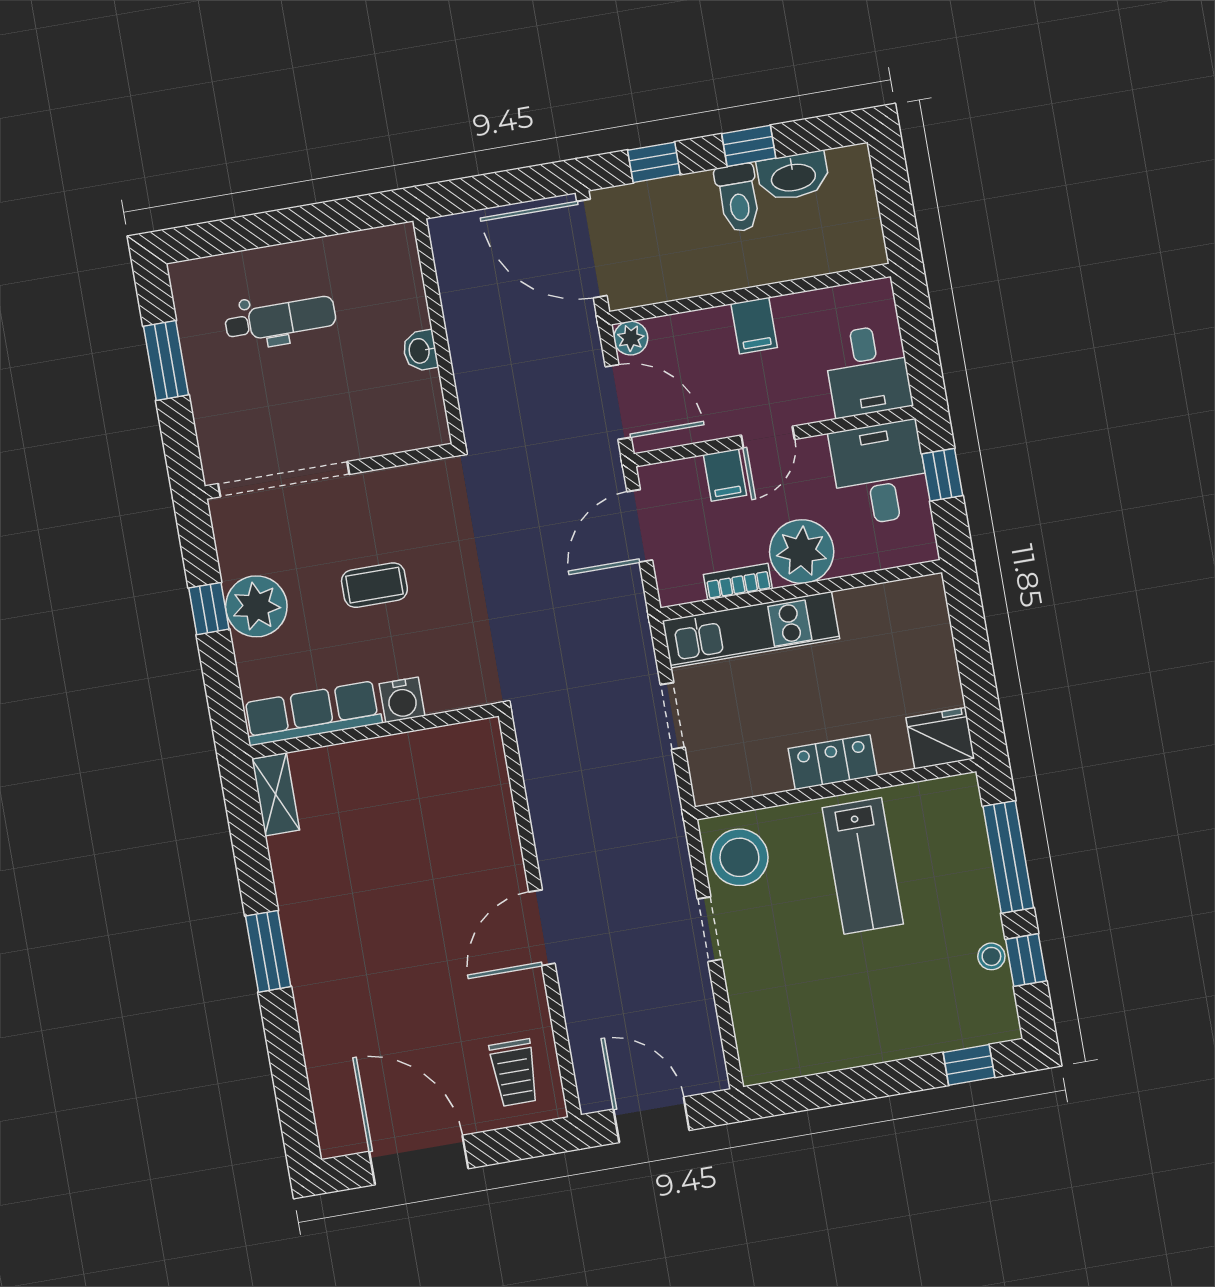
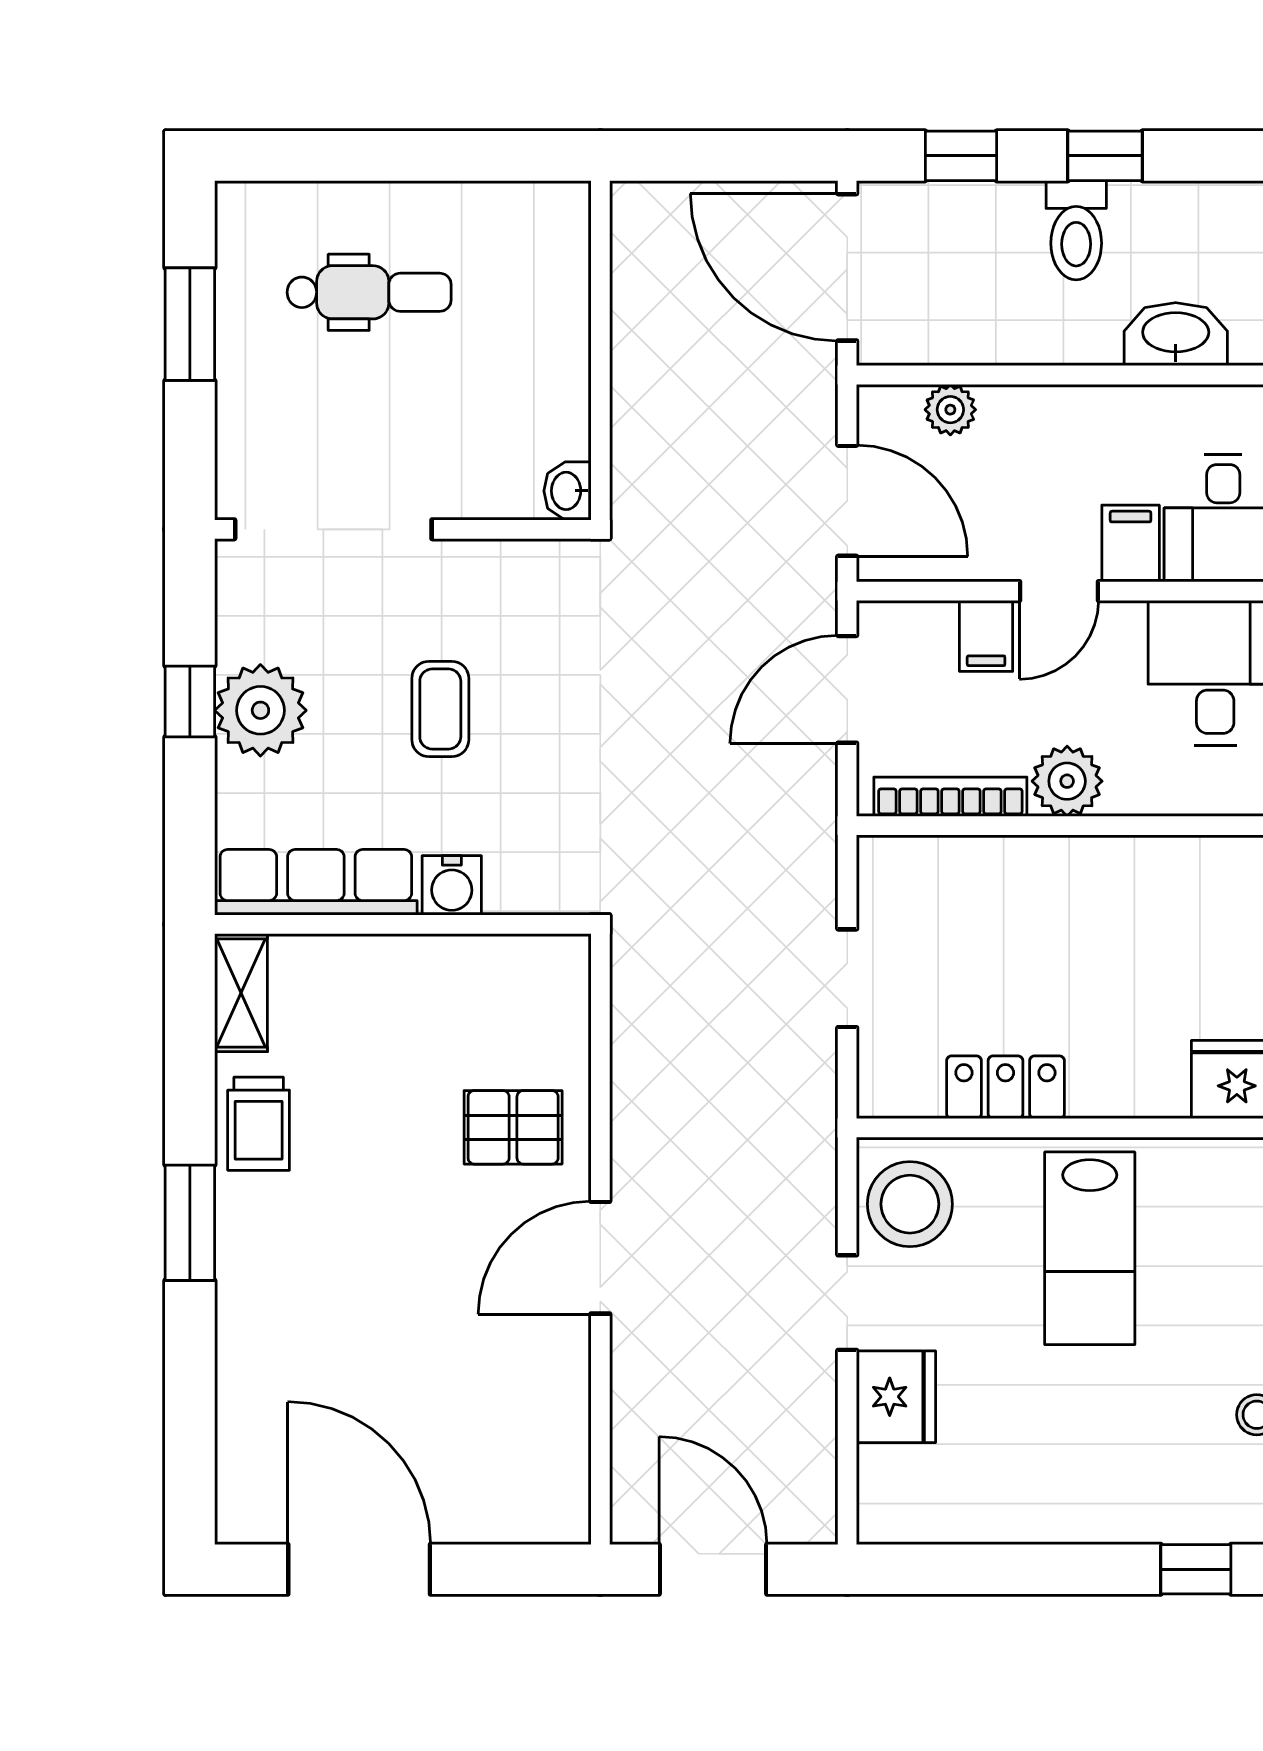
washbasin: (793, 176) -> (1176, 334), moved, turned 180
filing cabinet: (754, 326) -> (1131, 543), moved, turned 180
plant: (631, 338) -> (950, 410), moved
washbasin: (420, 351) -> (568, 491), moved
plant: (802, 552) -> (1067, 781), width x0.73, depth x0.73
bookcase: (738, 582) -> (950, 797), width x1.56
coffee table: (374, 585) -> (440, 709), turned 90
kitchen unit: (751, 630) -> (985, 871), removed
locker: (833, 762) -> (1005, 1087), moved
pallet: (470, 852) -> (513, 1127), added
fridge: (752, 986) -> (896, 1397), added
trolley: (514, 1073) -> (259, 1124), moved

